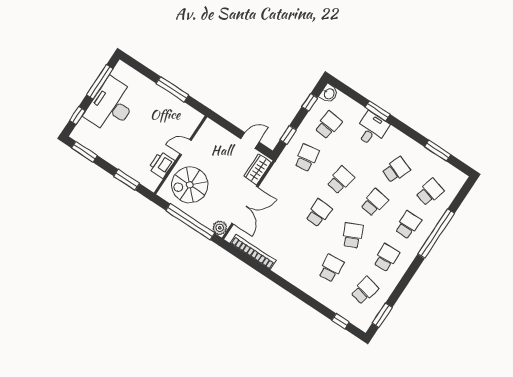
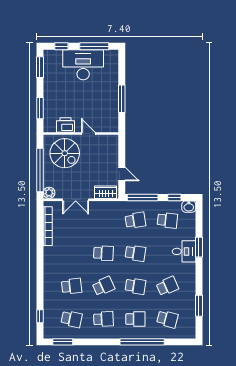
window: (288, 135) -> (143, 197), width x2.17
school desk: (396, 170) -> (167, 286), turned -45
spiral stairs: (190, 185) -> (65, 153), turned 180
double door: (245, 205) -> (76, 200), width x0.73

